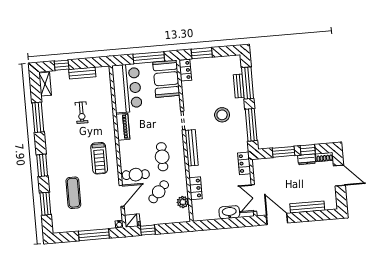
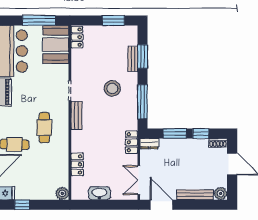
window: (202, 53) -> (113, 20), moved
window: (248, 83) -> (142, 57), width x0.69
bench: (192, 148) -> (77, 116), width x0.73
dresser: (307, 159) -> (149, 144), moved
cafe table: (159, 192) -> (37, 165), removed
plant: (183, 202) -> (62, 193), moved
plant: (331, 204) -> (221, 194), added
washbasin: (229, 212) -> (99, 193), moved

